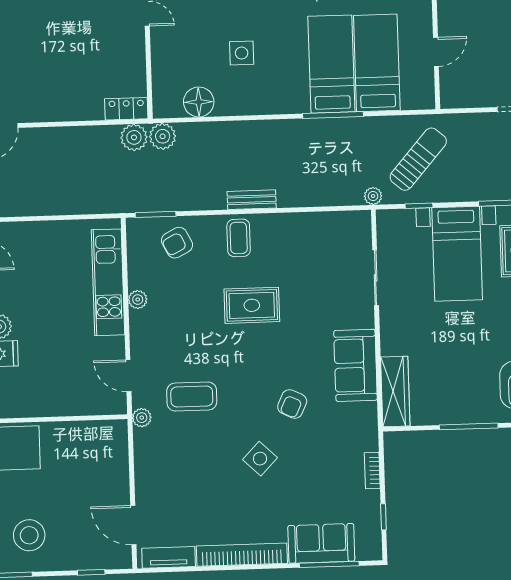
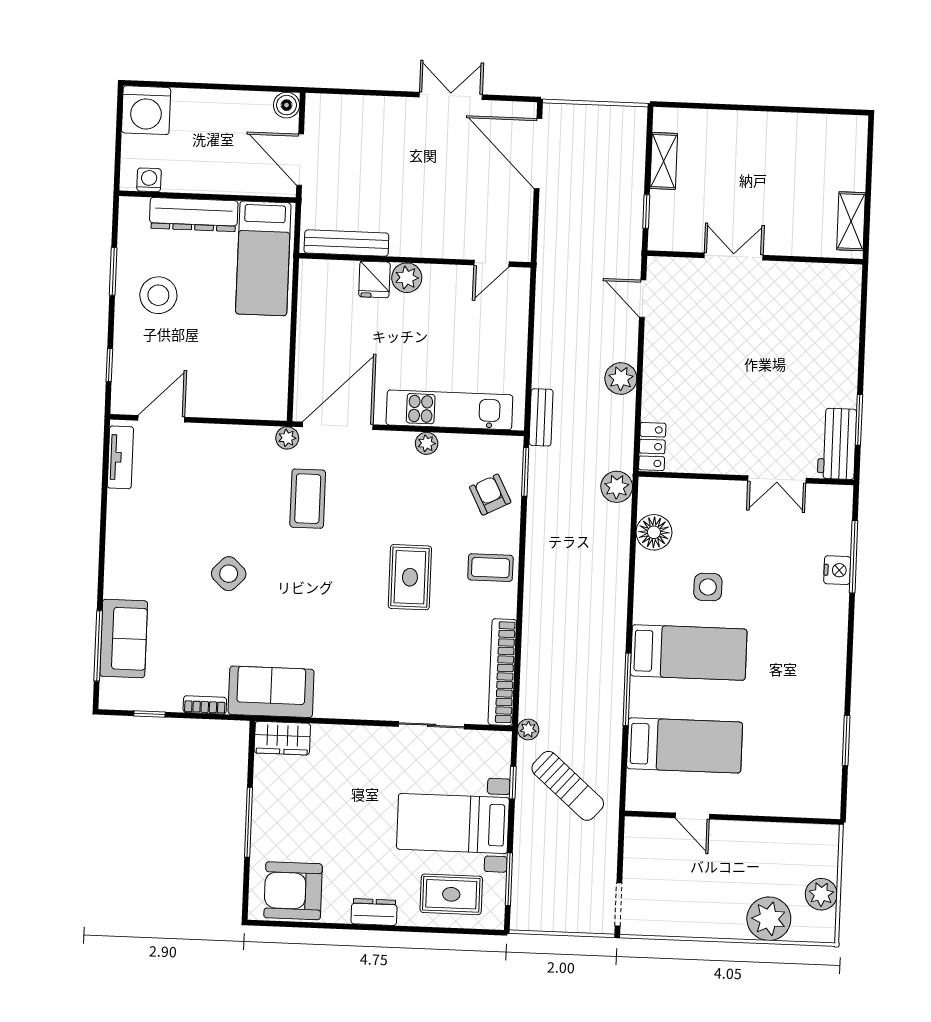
bed: (331, 64) -> (689, 652), moved
plant: (134, 137) -> (621, 379), moved
bench: (252, 200) -> (541, 417), moved
sofa: (356, 365) -> (271, 692), moved
door: (128, 376) -> (338, 426), width x1.87
wardrobe: (395, 391) -> (282, 738), width x0.67
armchair: (292, 404) -> (290, 616), removed
bookcase: (242, 555) -> (502, 672), moved, turned 180

